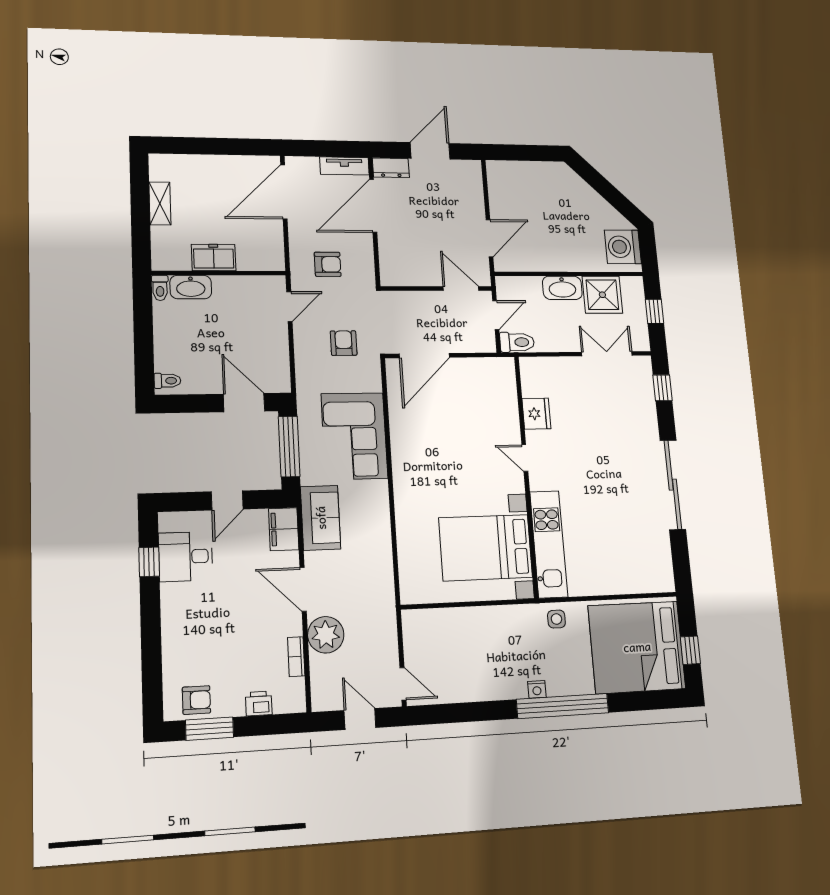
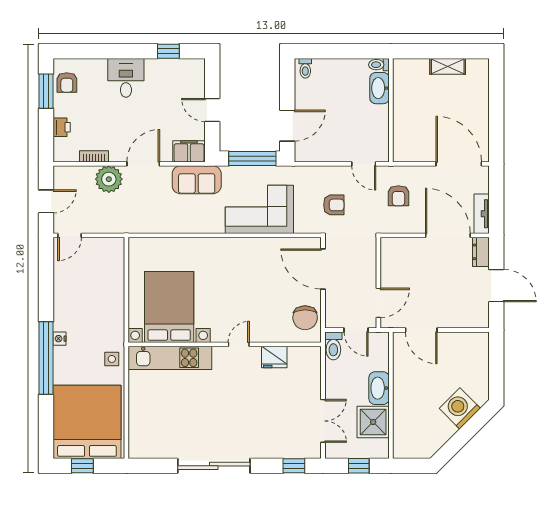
washing machine: (623, 247) -> (460, 408), moved, turned -45
freezer: (214, 257) -> (404, 106), removed
chair: (486, 377) -> (305, 318), added
desk: (186, 557) -> (126, 78), moved

